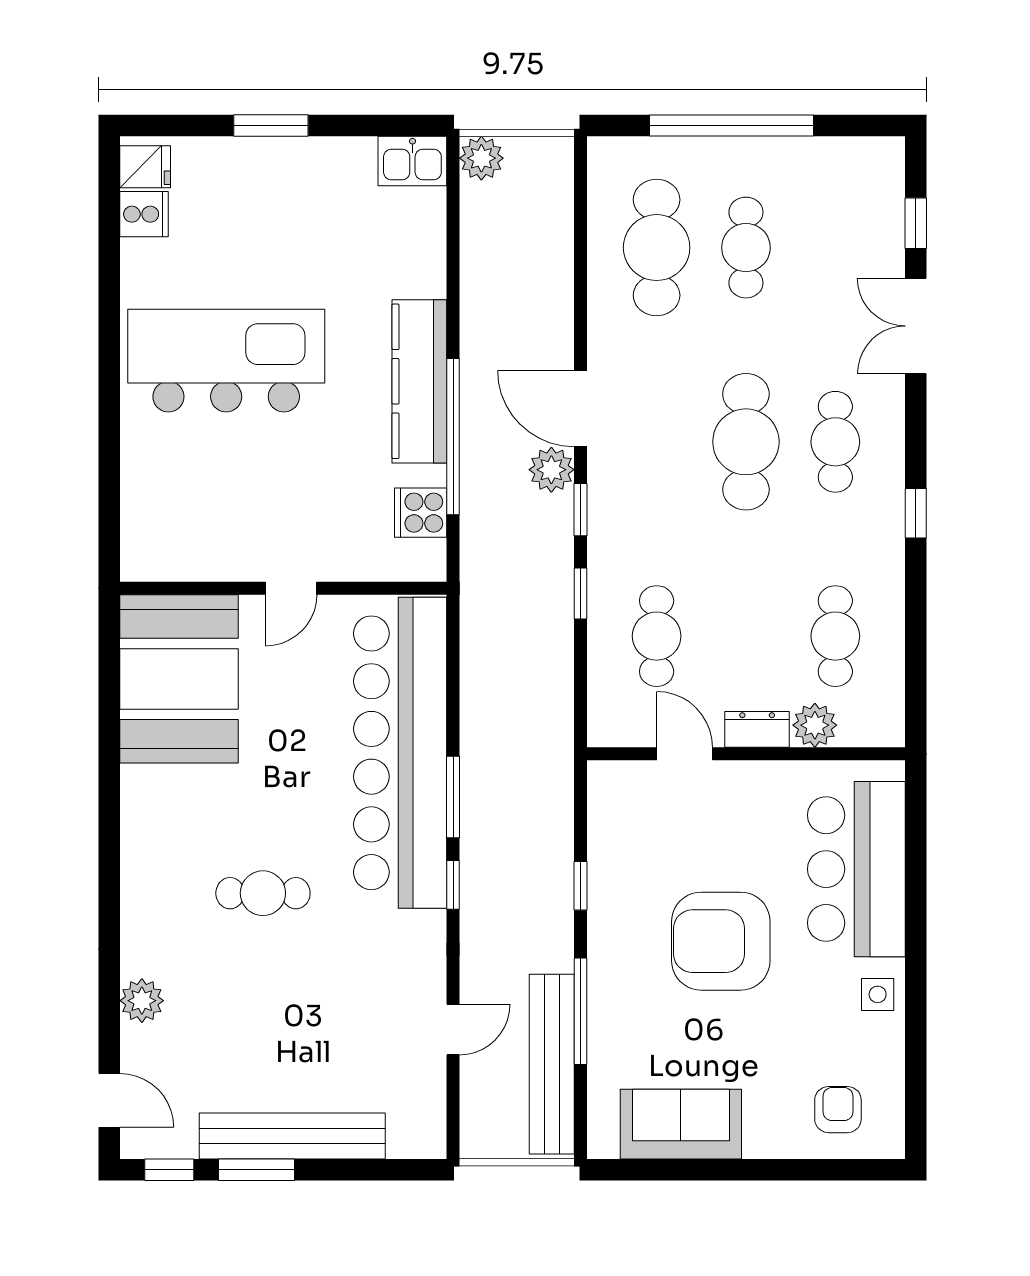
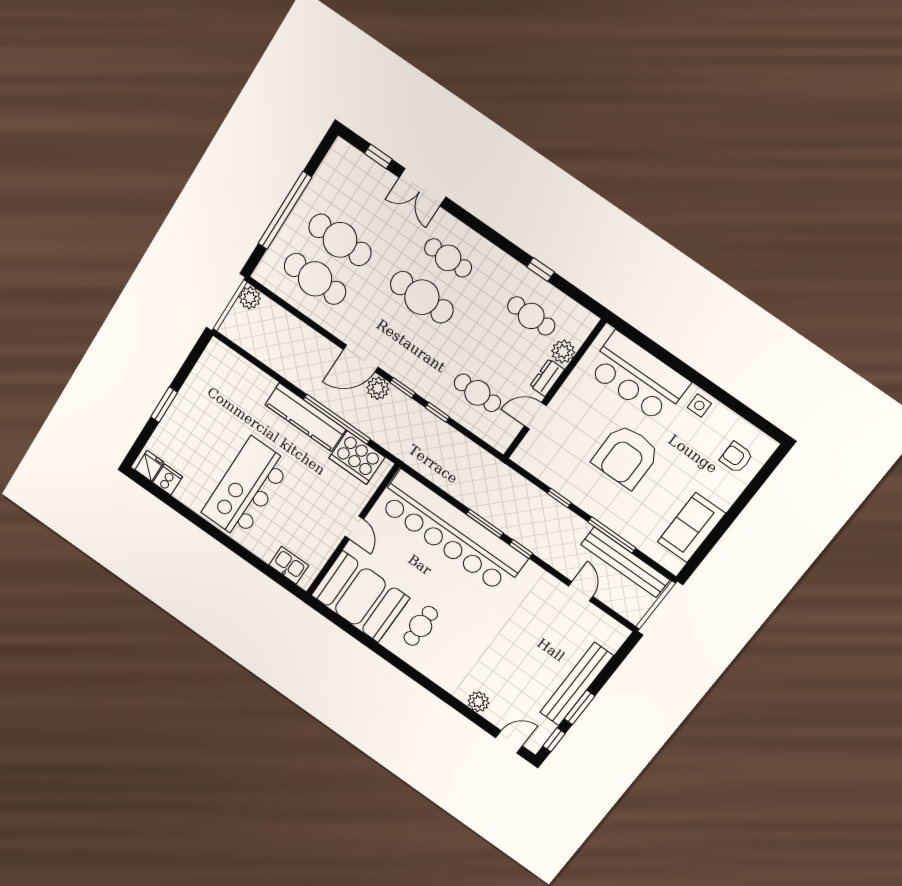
plant: (481, 158) -> (250, 298), moved
kitchen sink: (412, 161) -> (289, 565), moved, turned -90
cafe table: (746, 248) -> (340, 240), width x1.37, depth x1.35
cooker: (421, 513) -> (357, 458), width x1.87, depth x1.31
window: (916, 513) -> (541, 270), moved
cafe table: (263, 893) -> (421, 626), moved

